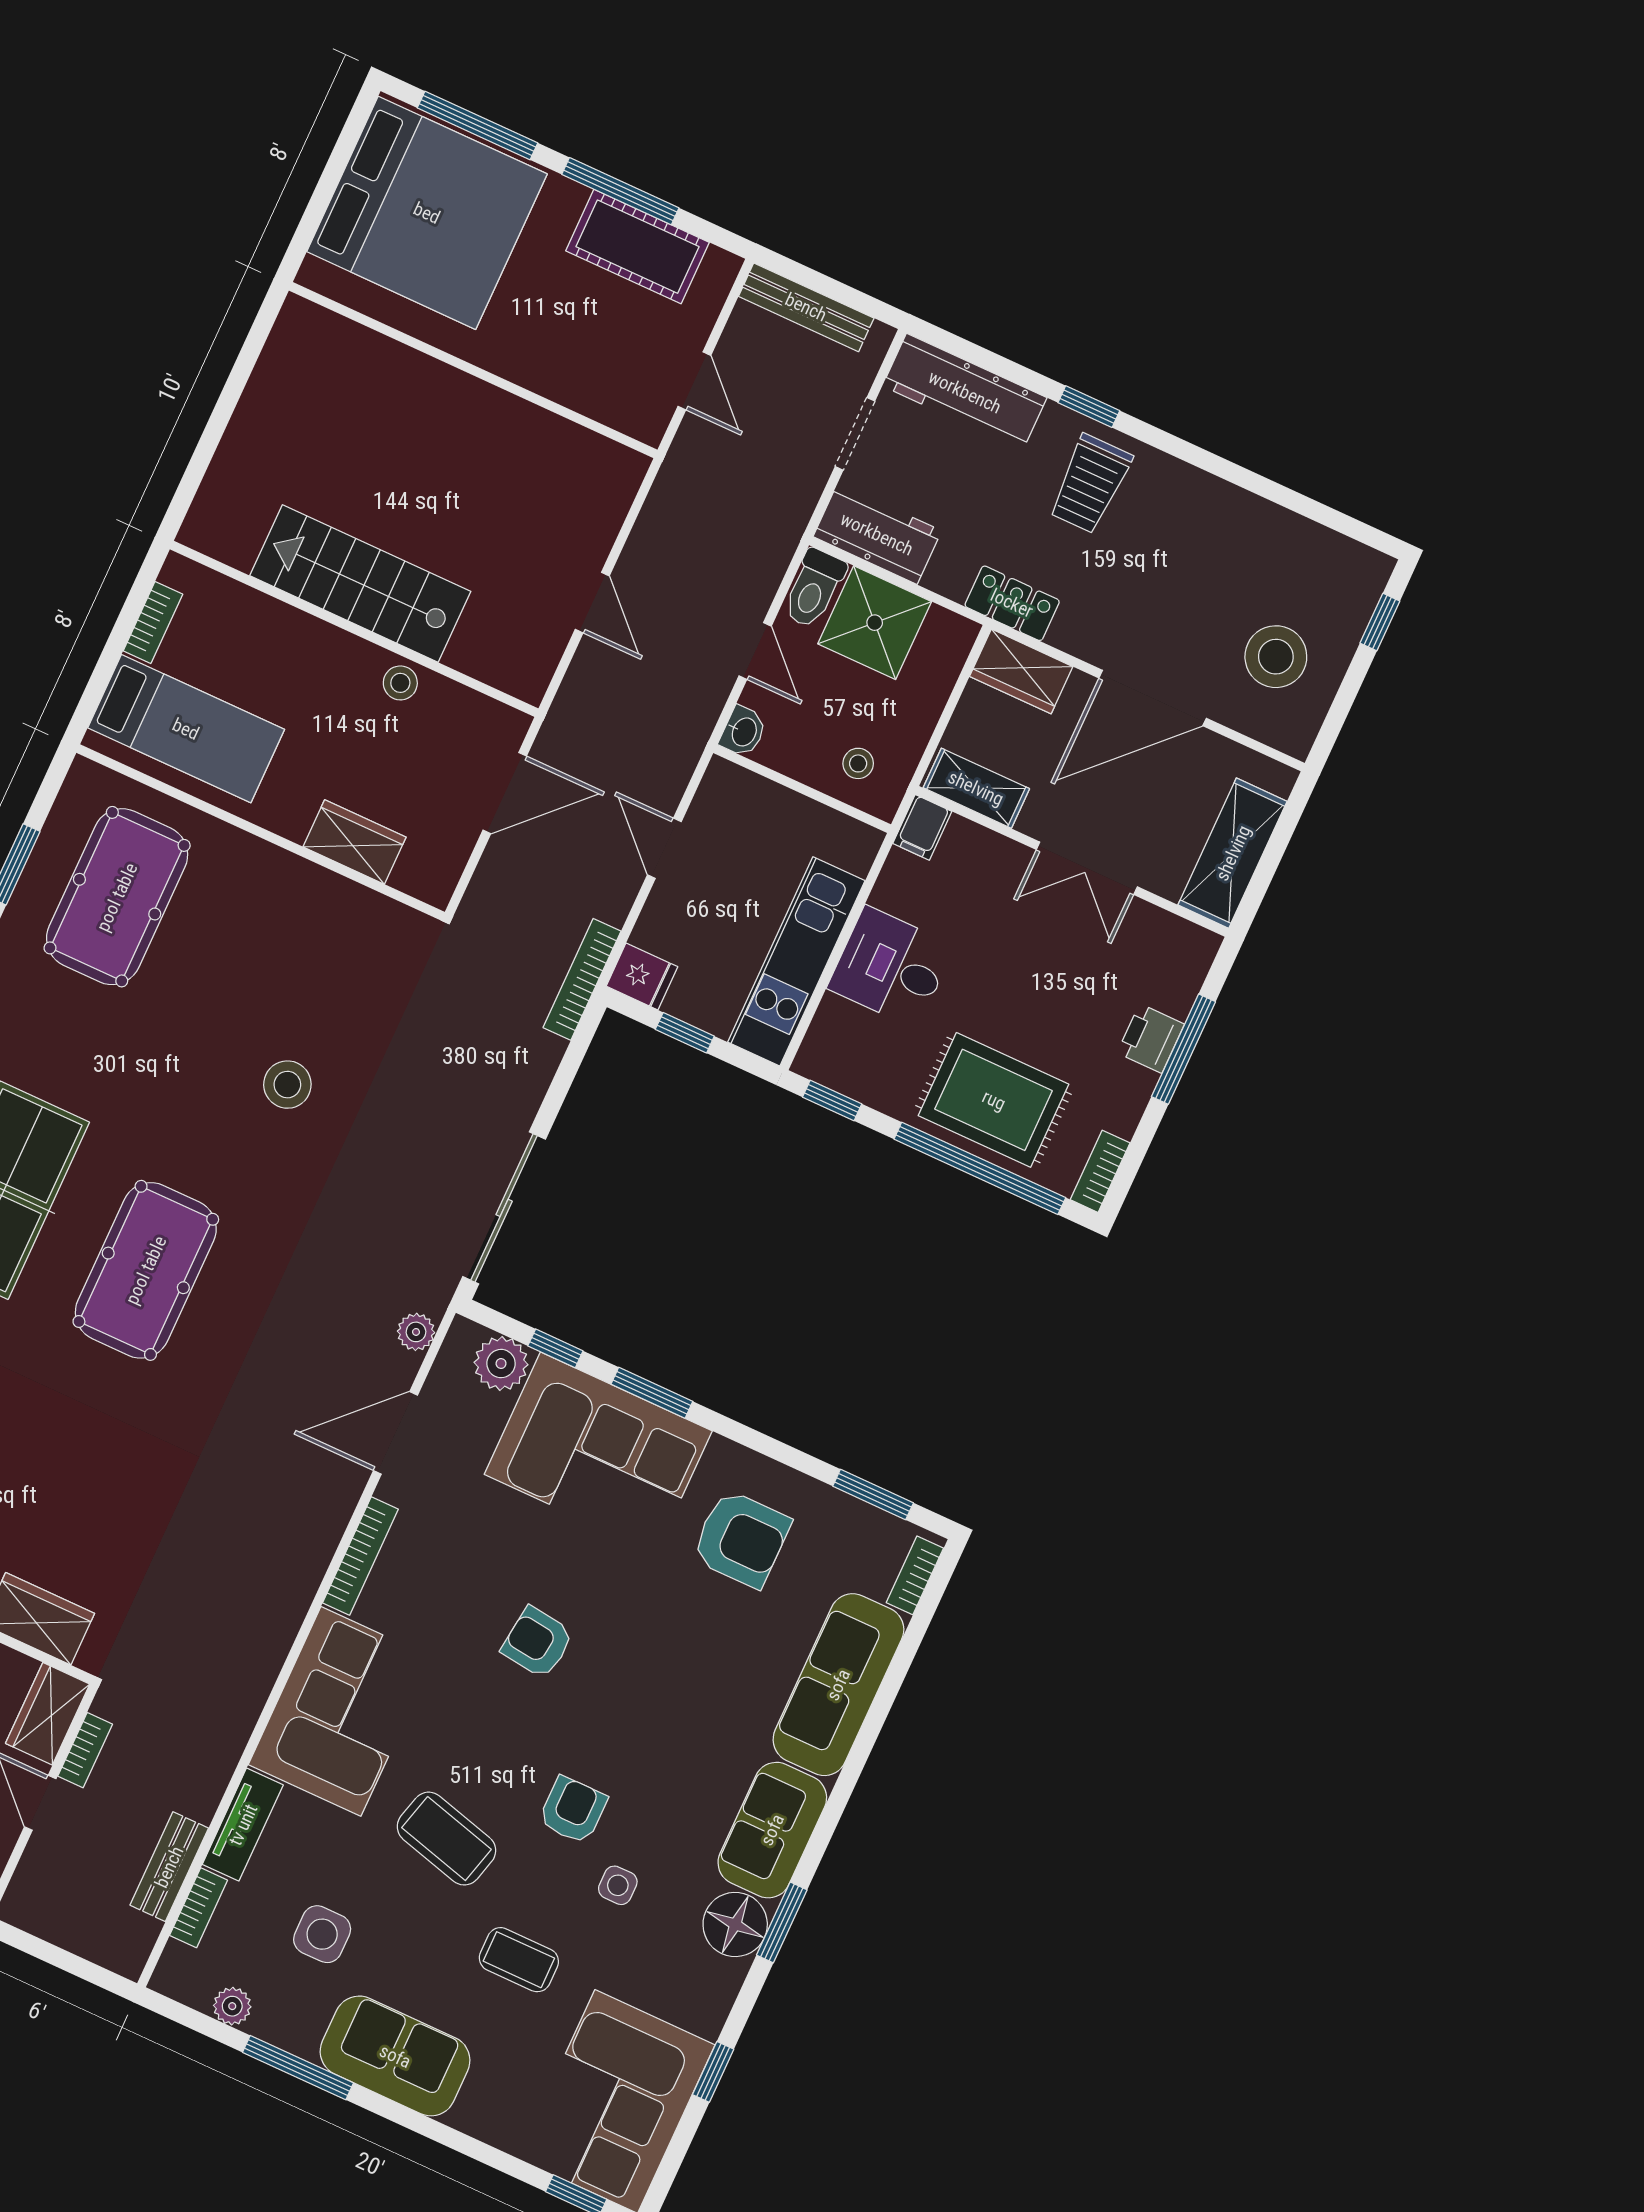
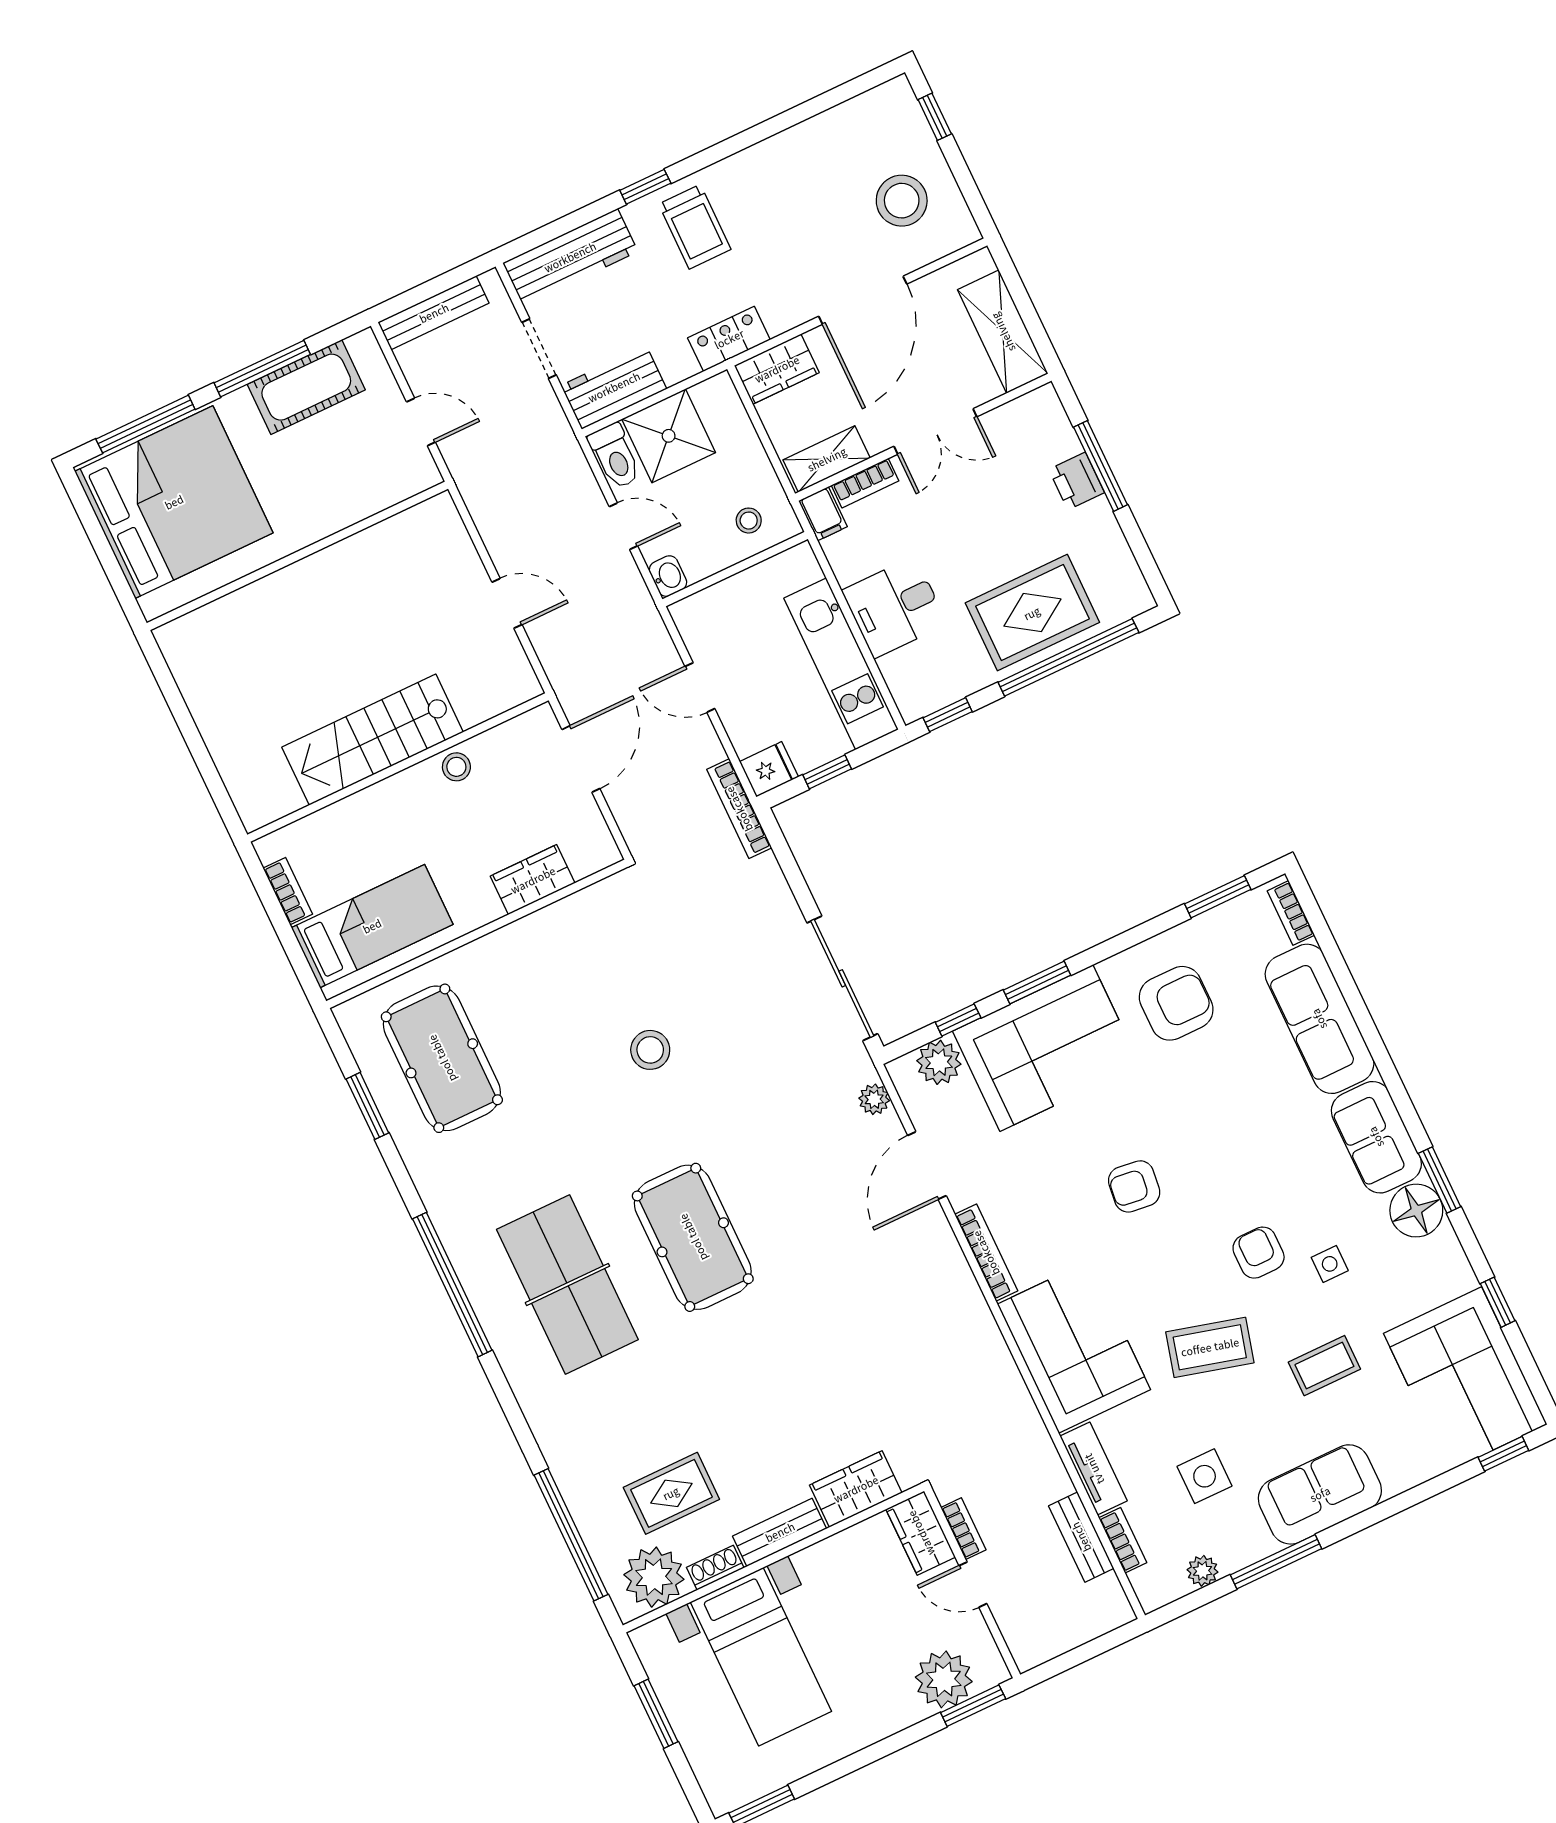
bookcase: (1100, 1171) -> (865, 483), moved, turned -90

